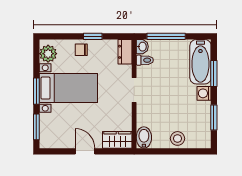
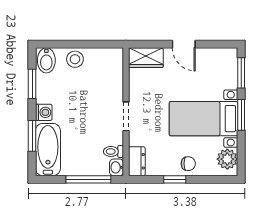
bidet: (144, 138) -> (46, 60), moved

